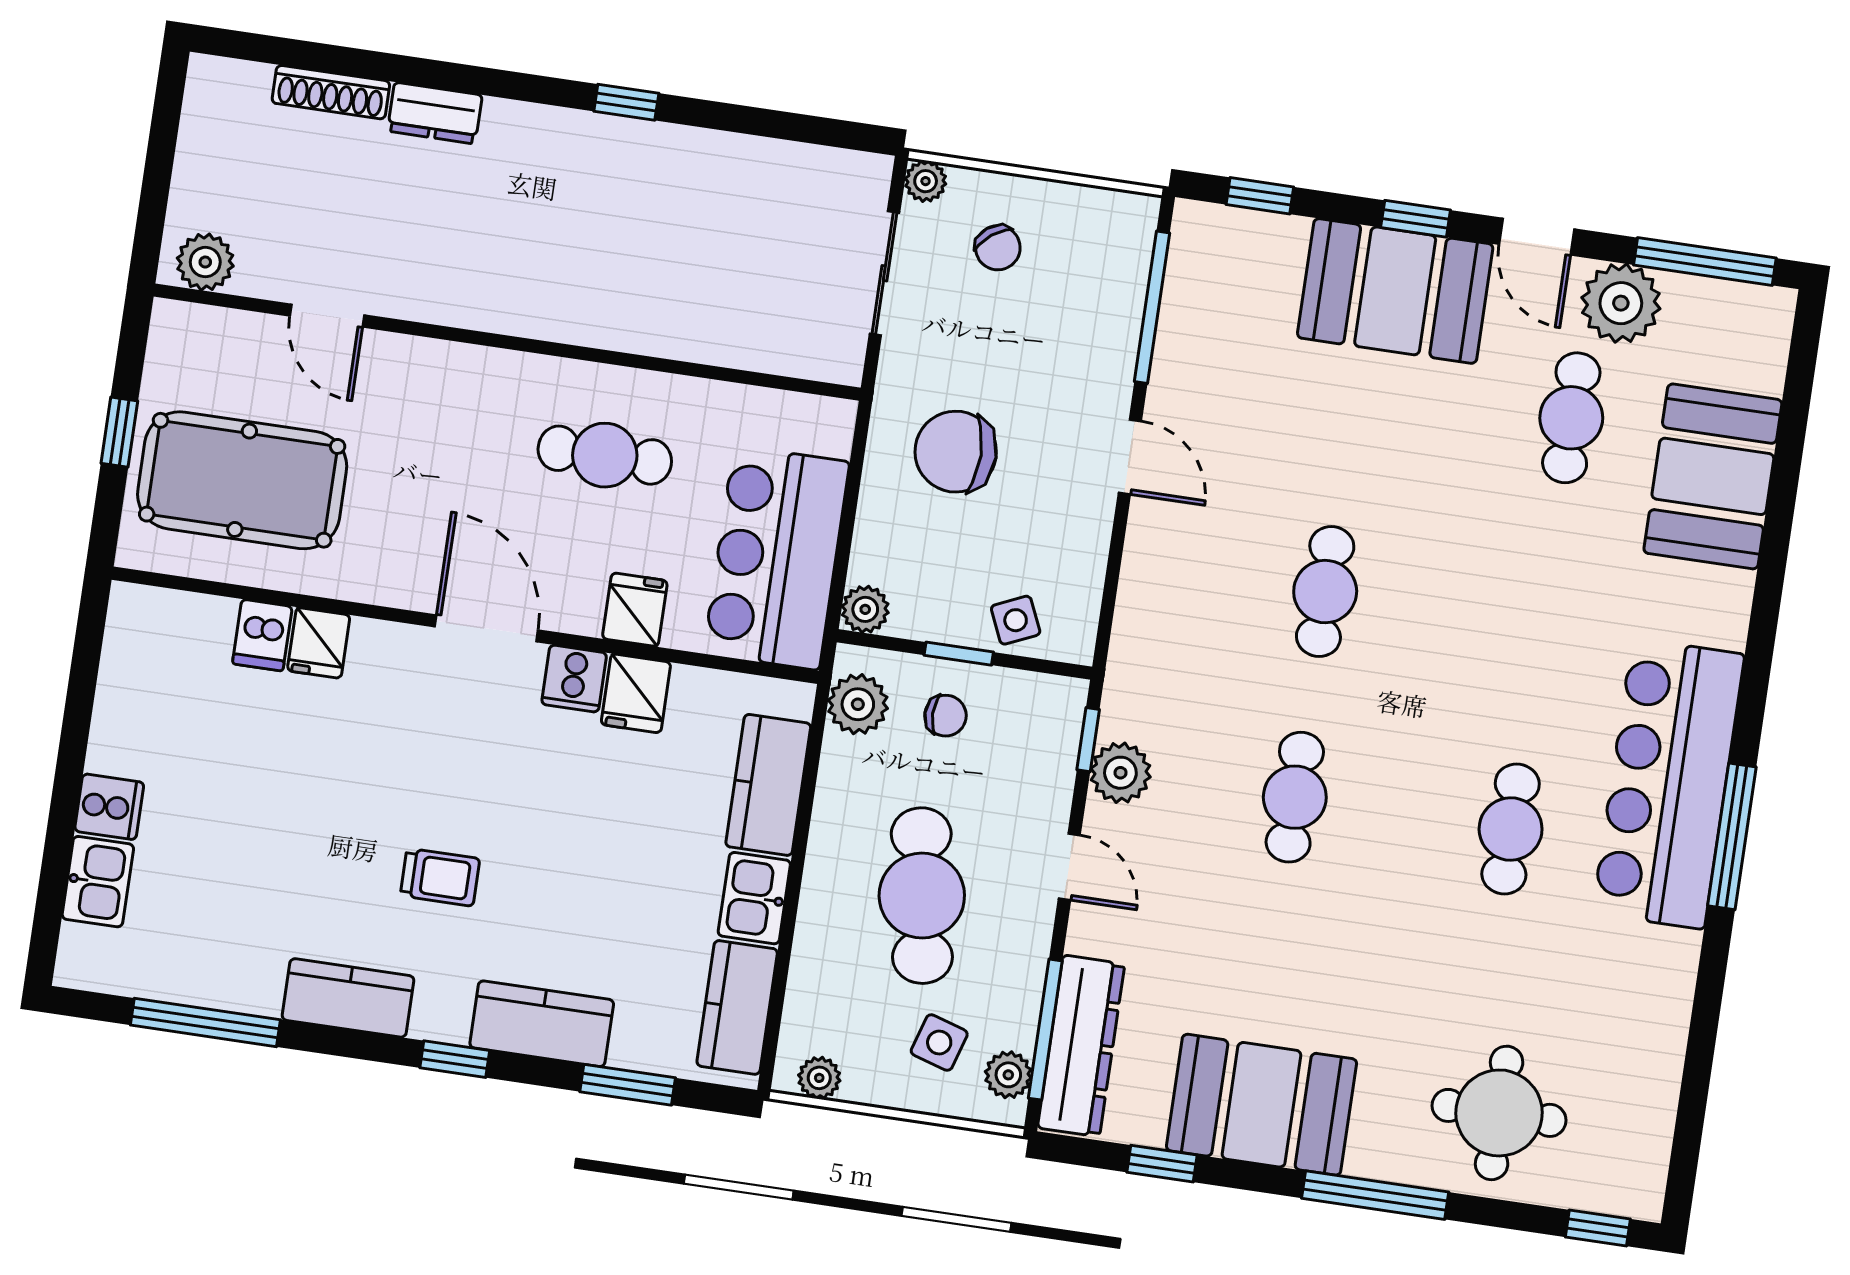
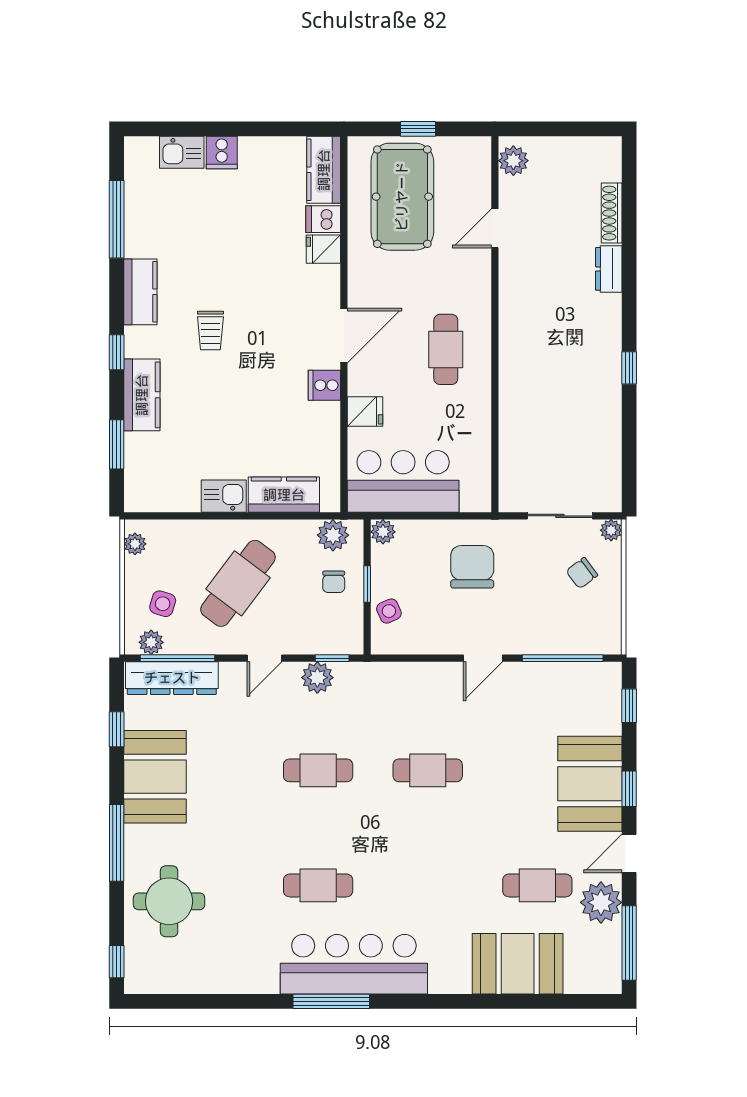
cafe table: (605, 455) -> (446, 349), moved
fridge: (636, 693) -> (321, 419), removed
cafe table: (922, 896) -> (238, 583), turned -44
kitchen counter: (737, 1007) -> (324, 170), moved, turned -90

